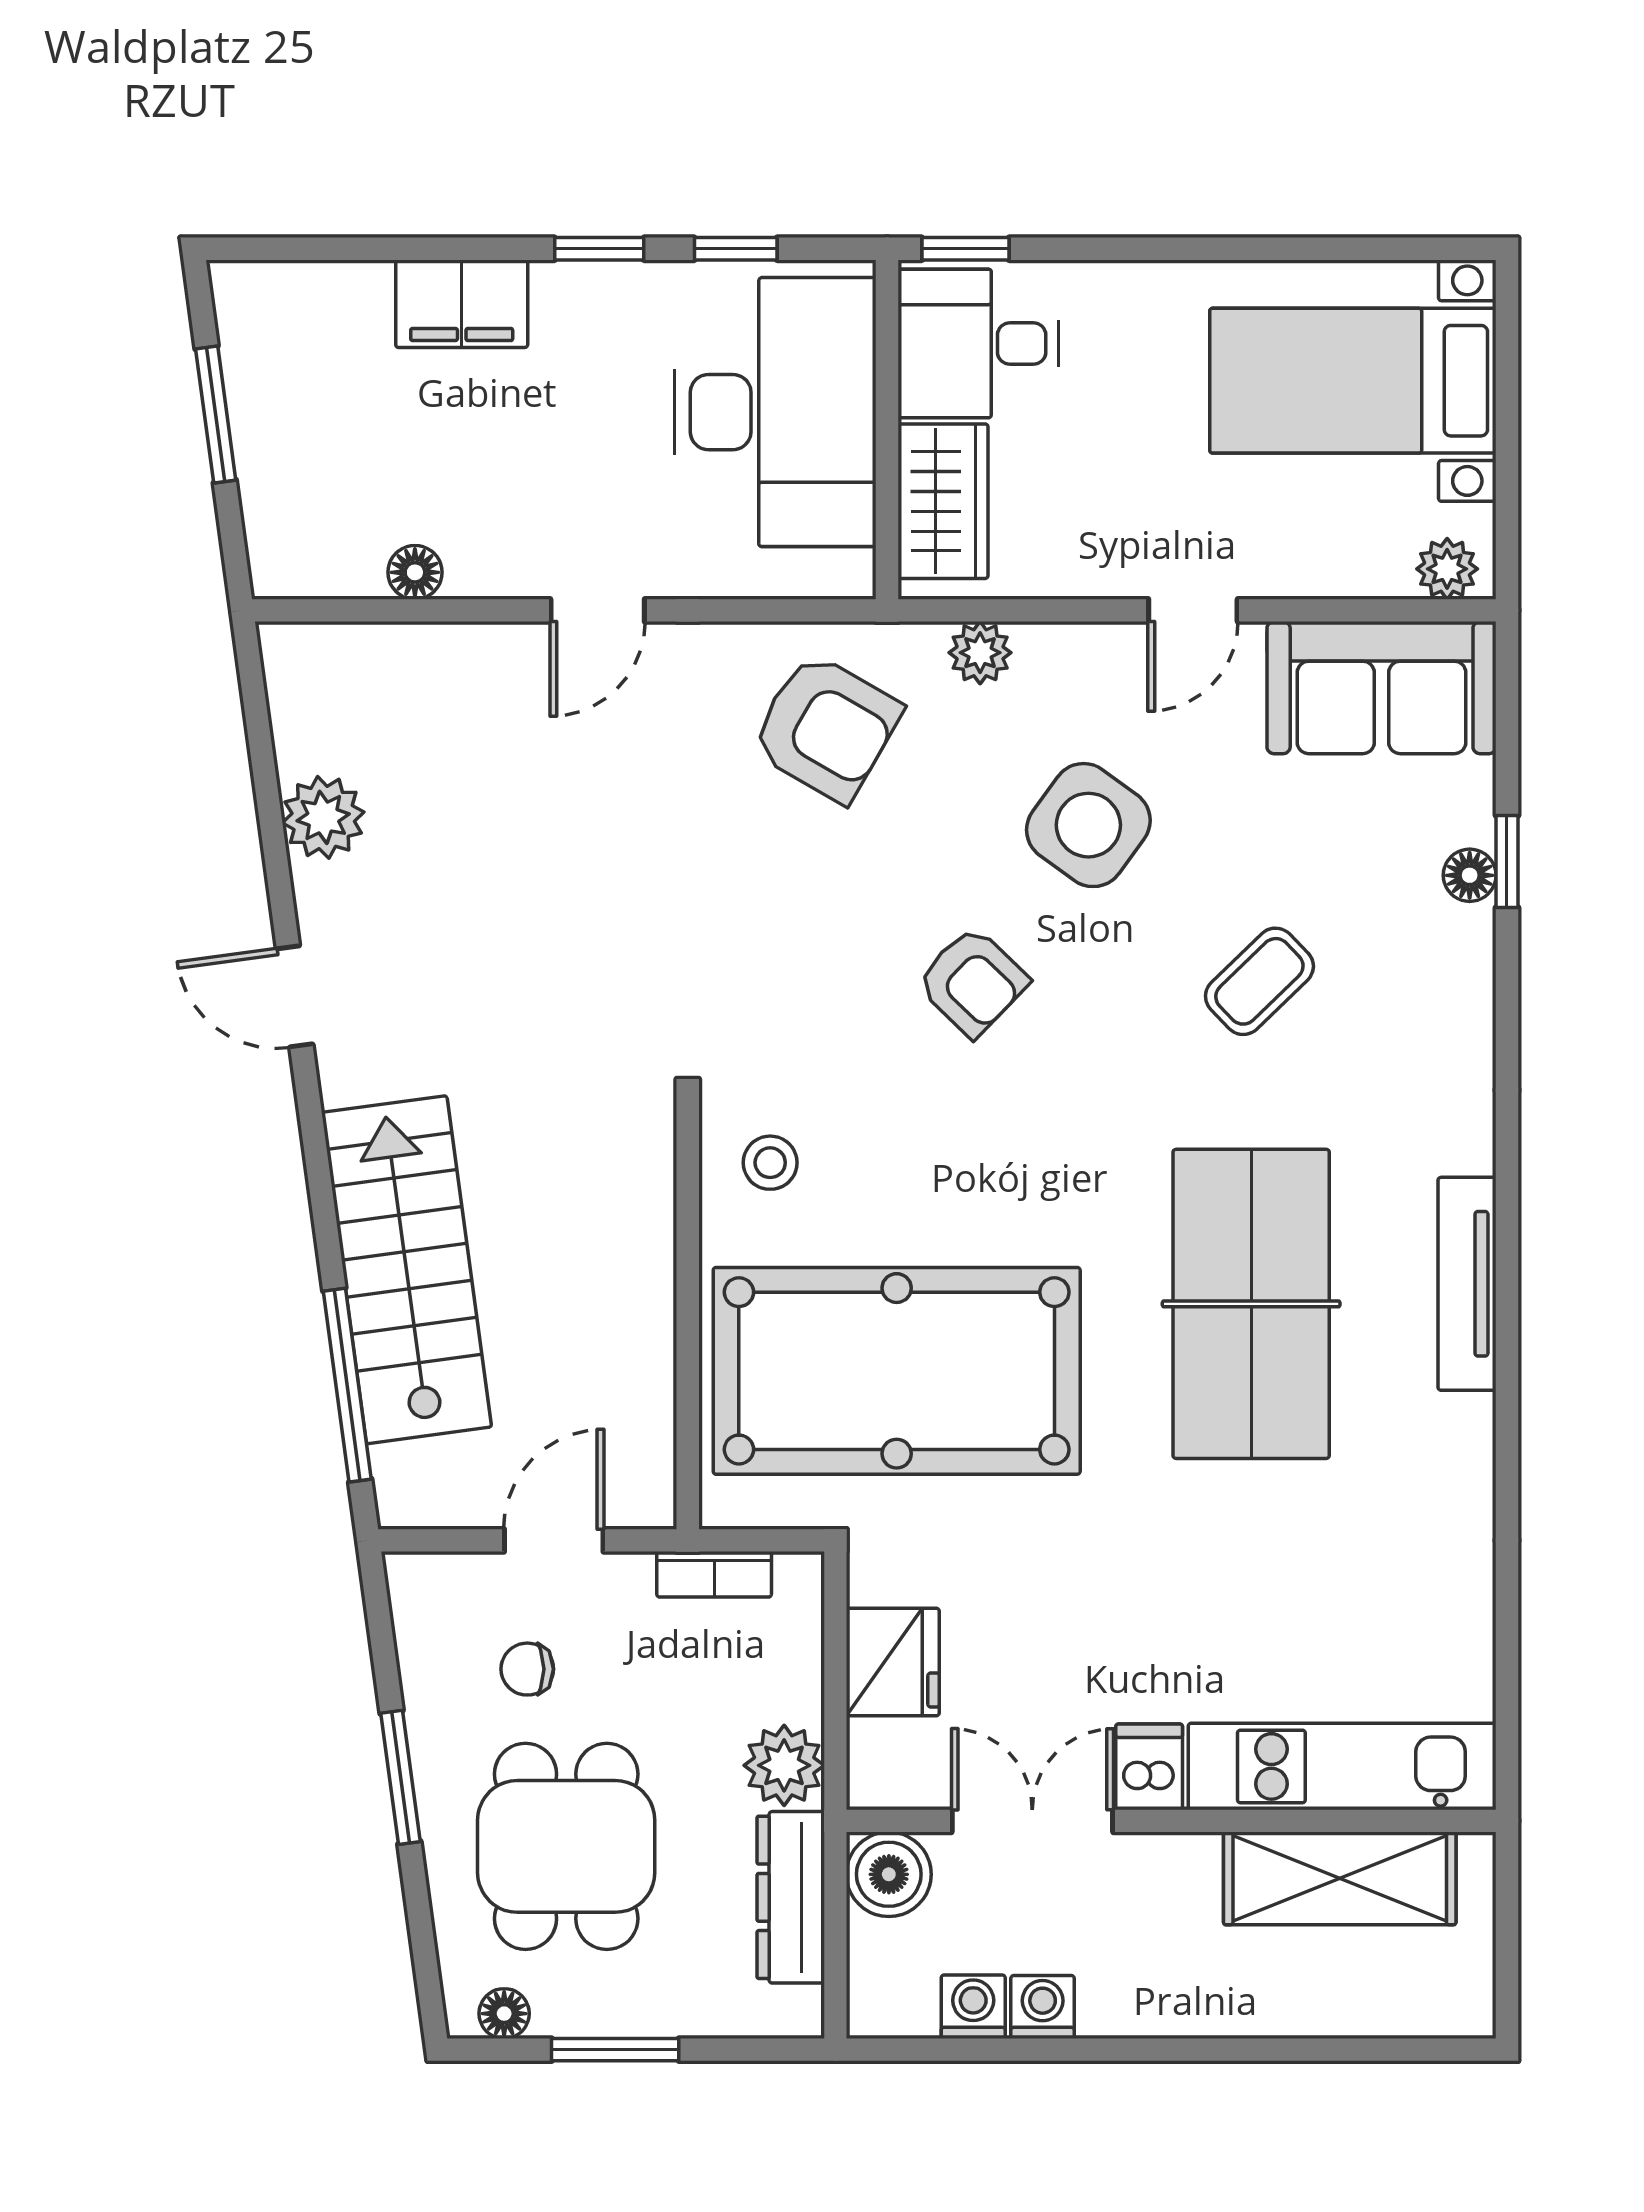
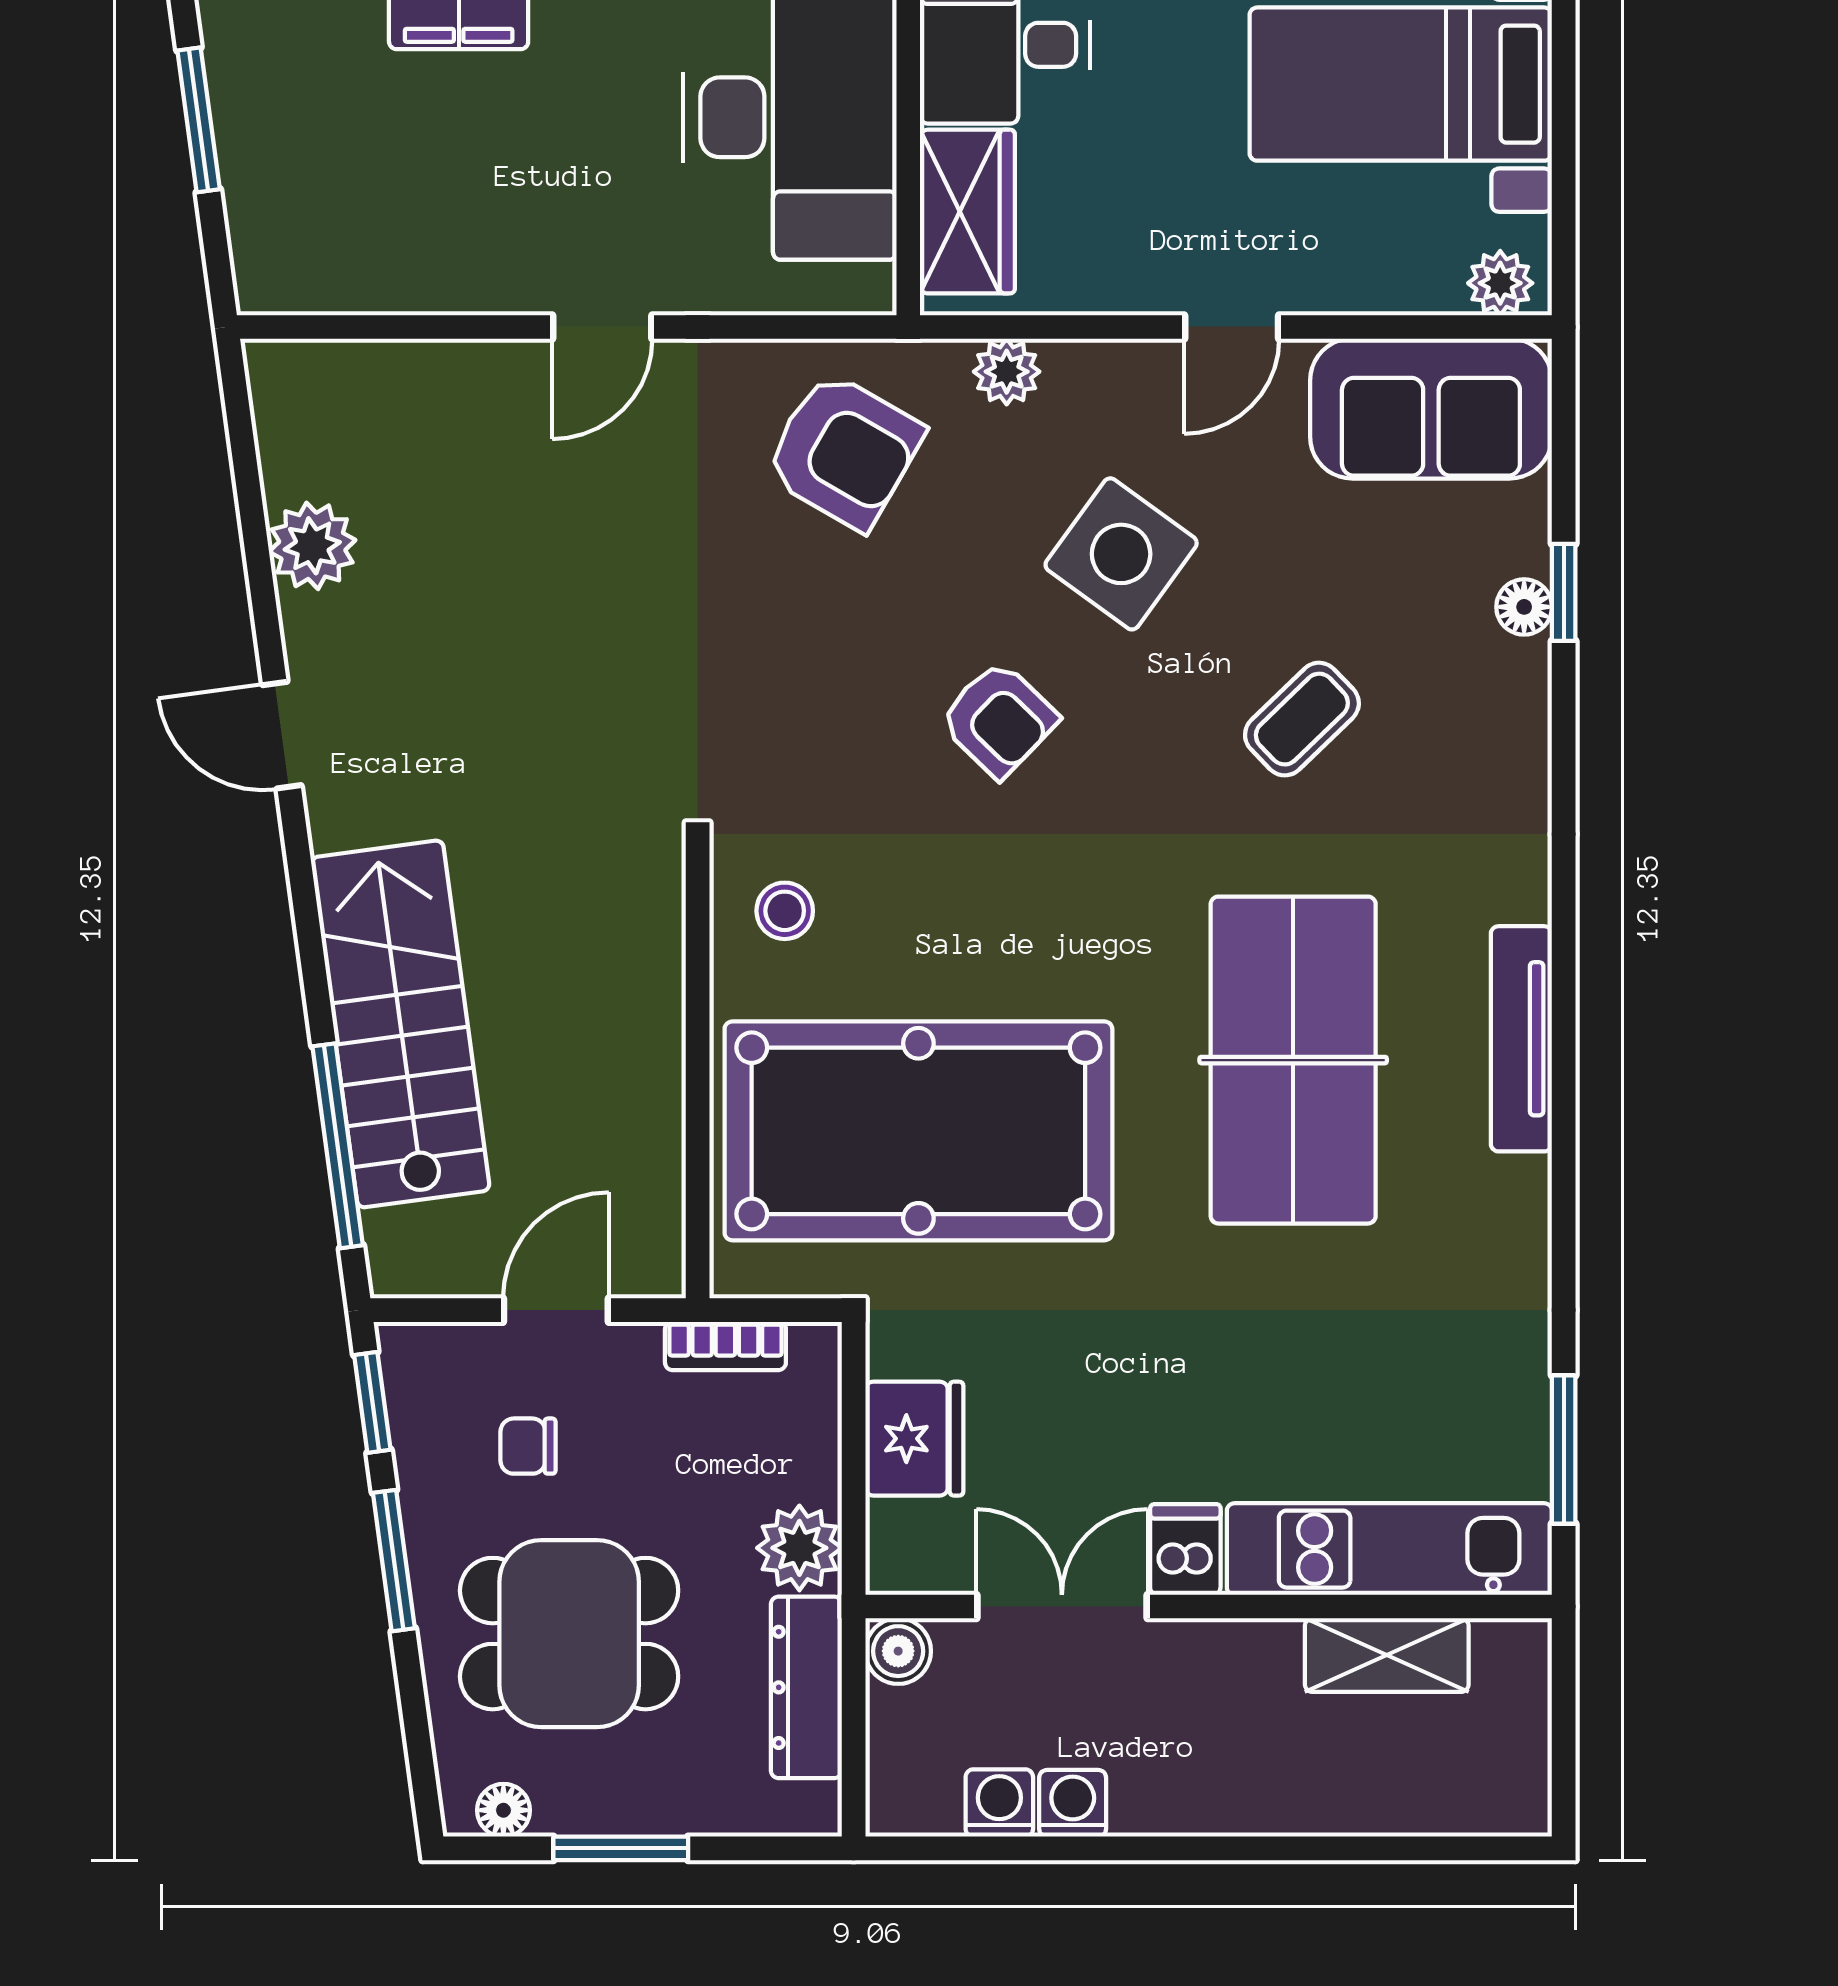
floor lamp: (415, 572) -> (409, 287), removed
window: (380, 1628) -> (372, 1402), added
window: (1507, 1672) -> (1564, 1450), added
dining table: (566, 1846) -> (569, 1634), turned 90
boiler: (889, 1874) -> (898, 1651), width x0.73, depth x0.73
shelving: (1340, 1878) -> (1387, 1655), width x0.67, depth x0.75

